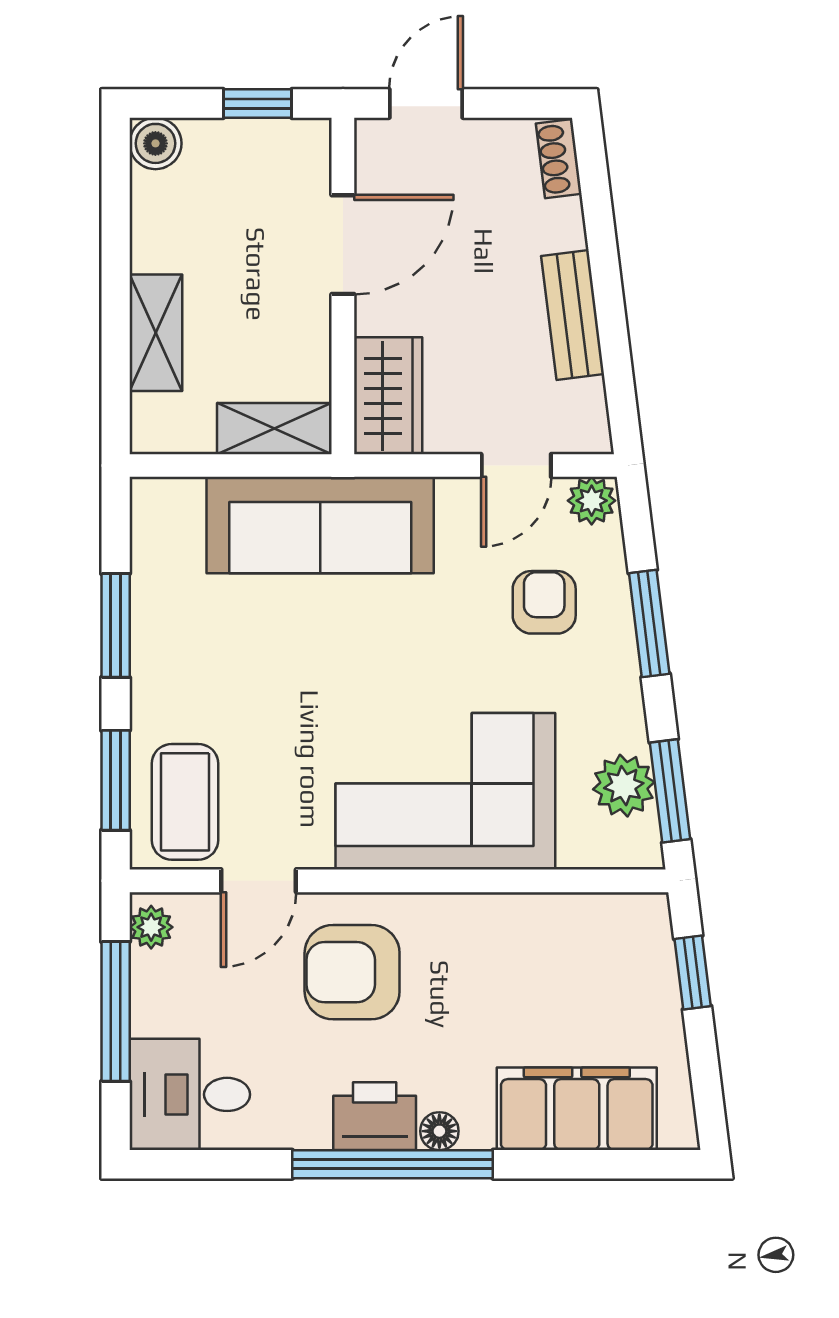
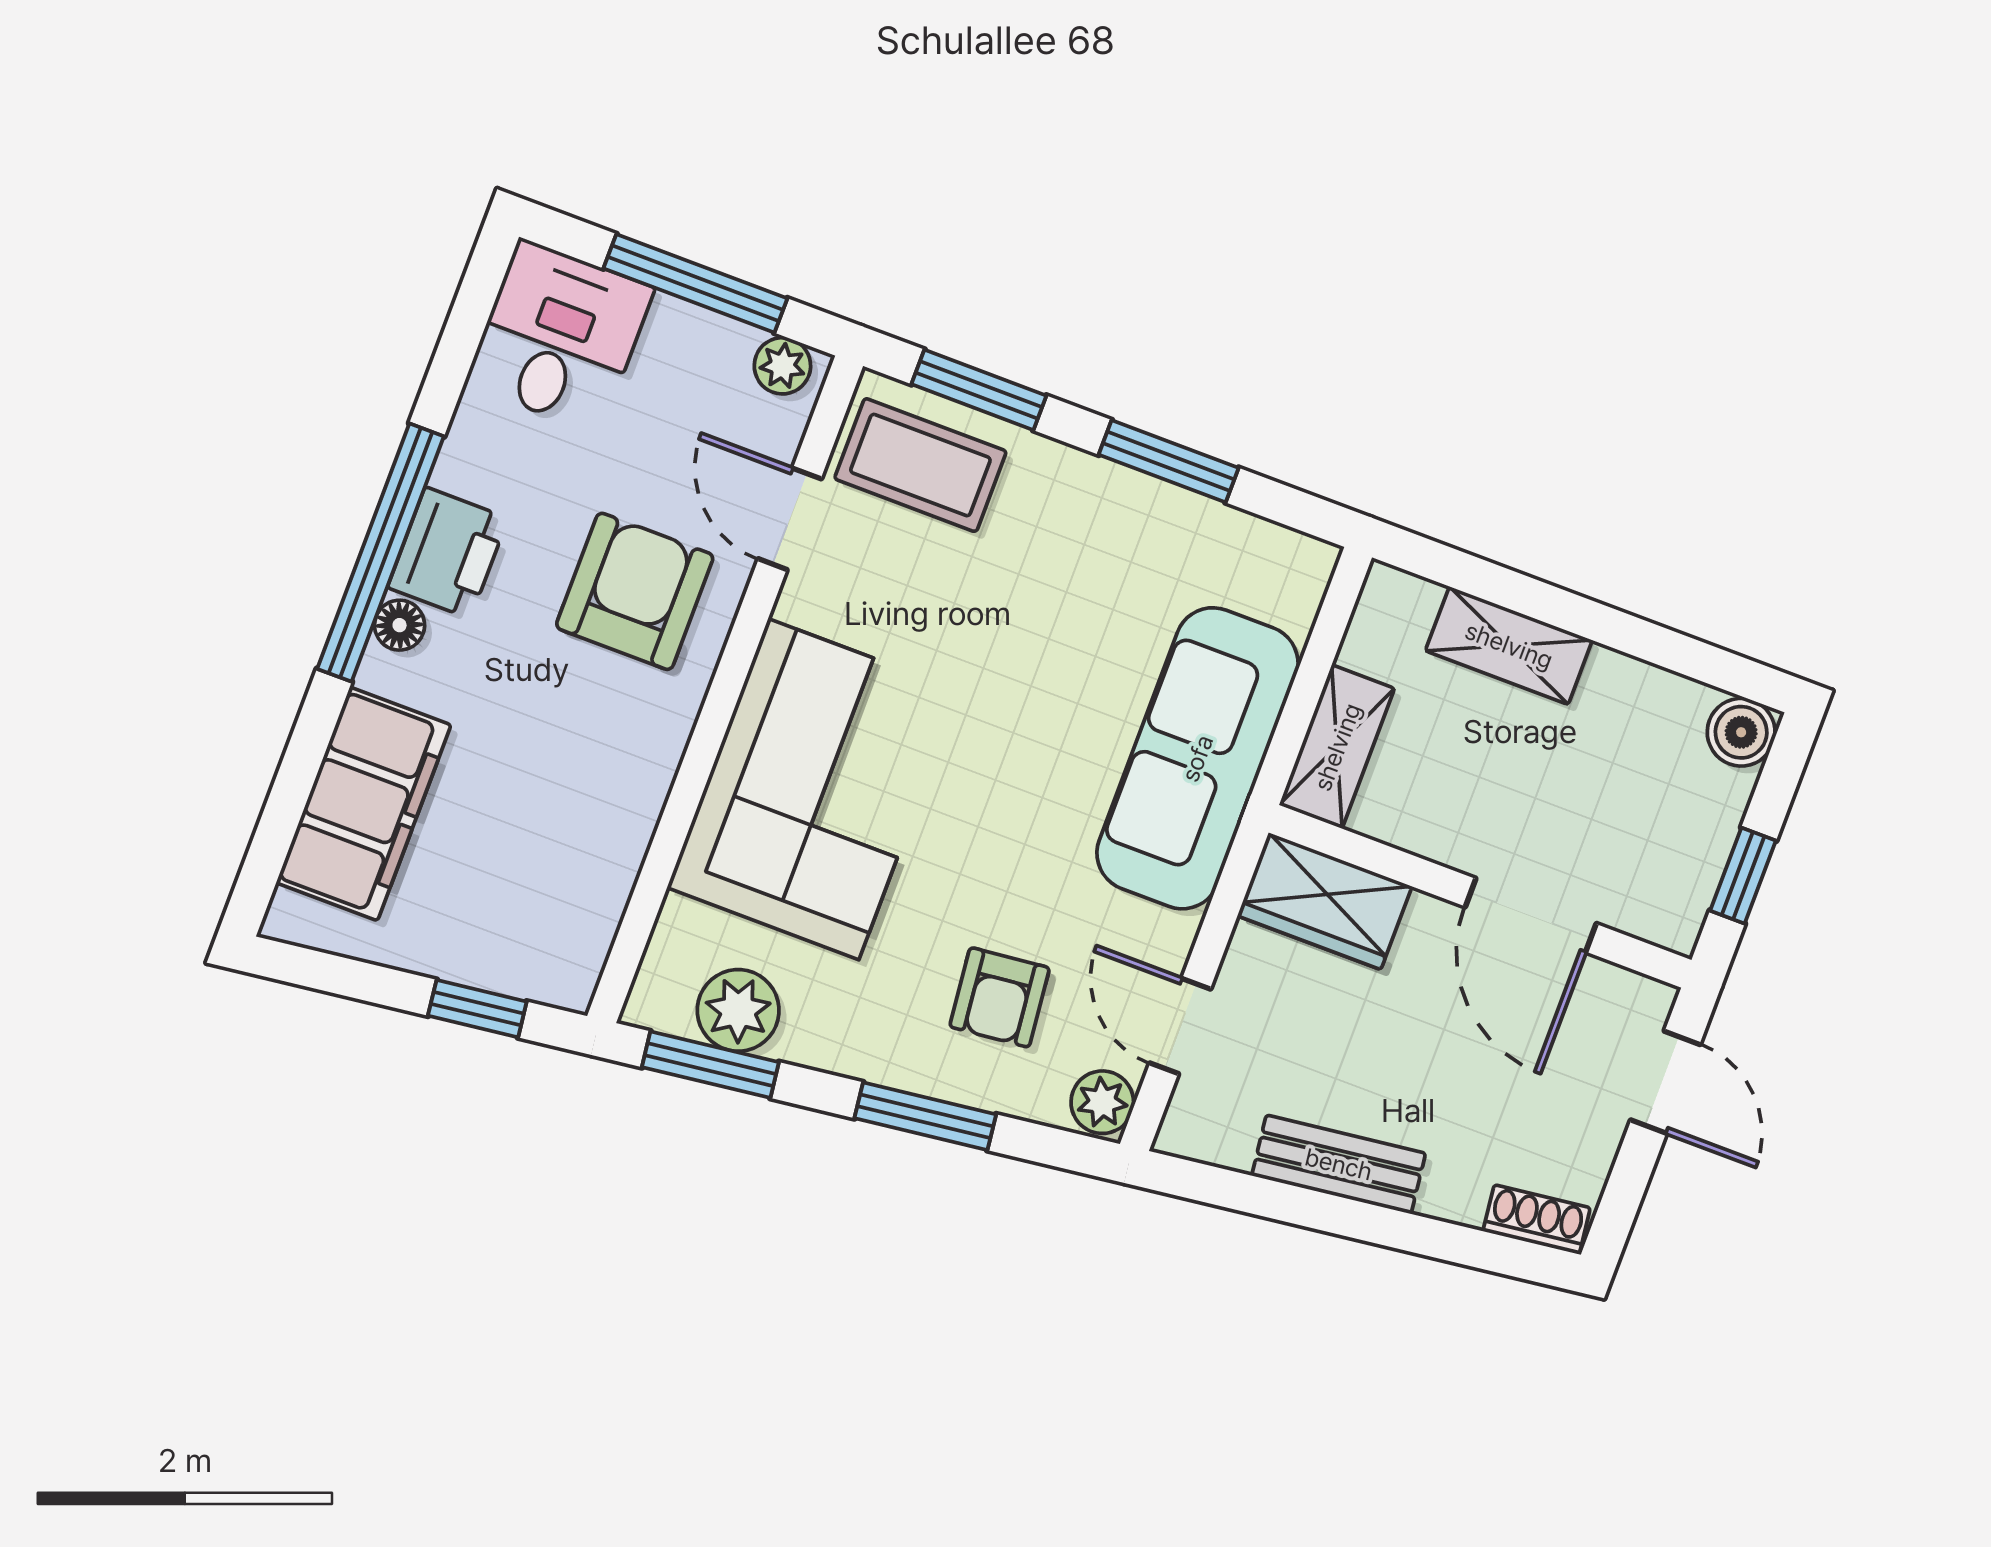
armchair: (544, 602) -> (1000, 997), turned 84

